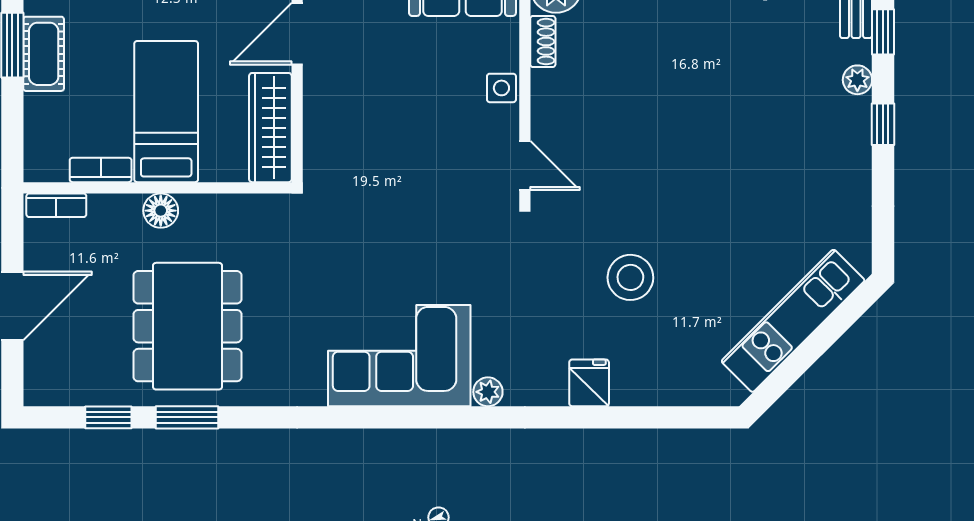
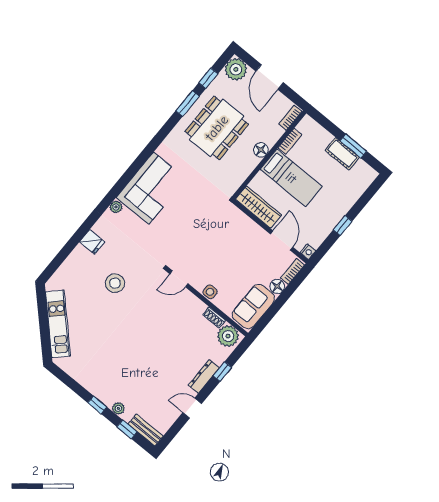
dining table: (187, 326) -> (217, 128), turned 90
plant: (50, 380) -> (236, 69), added

